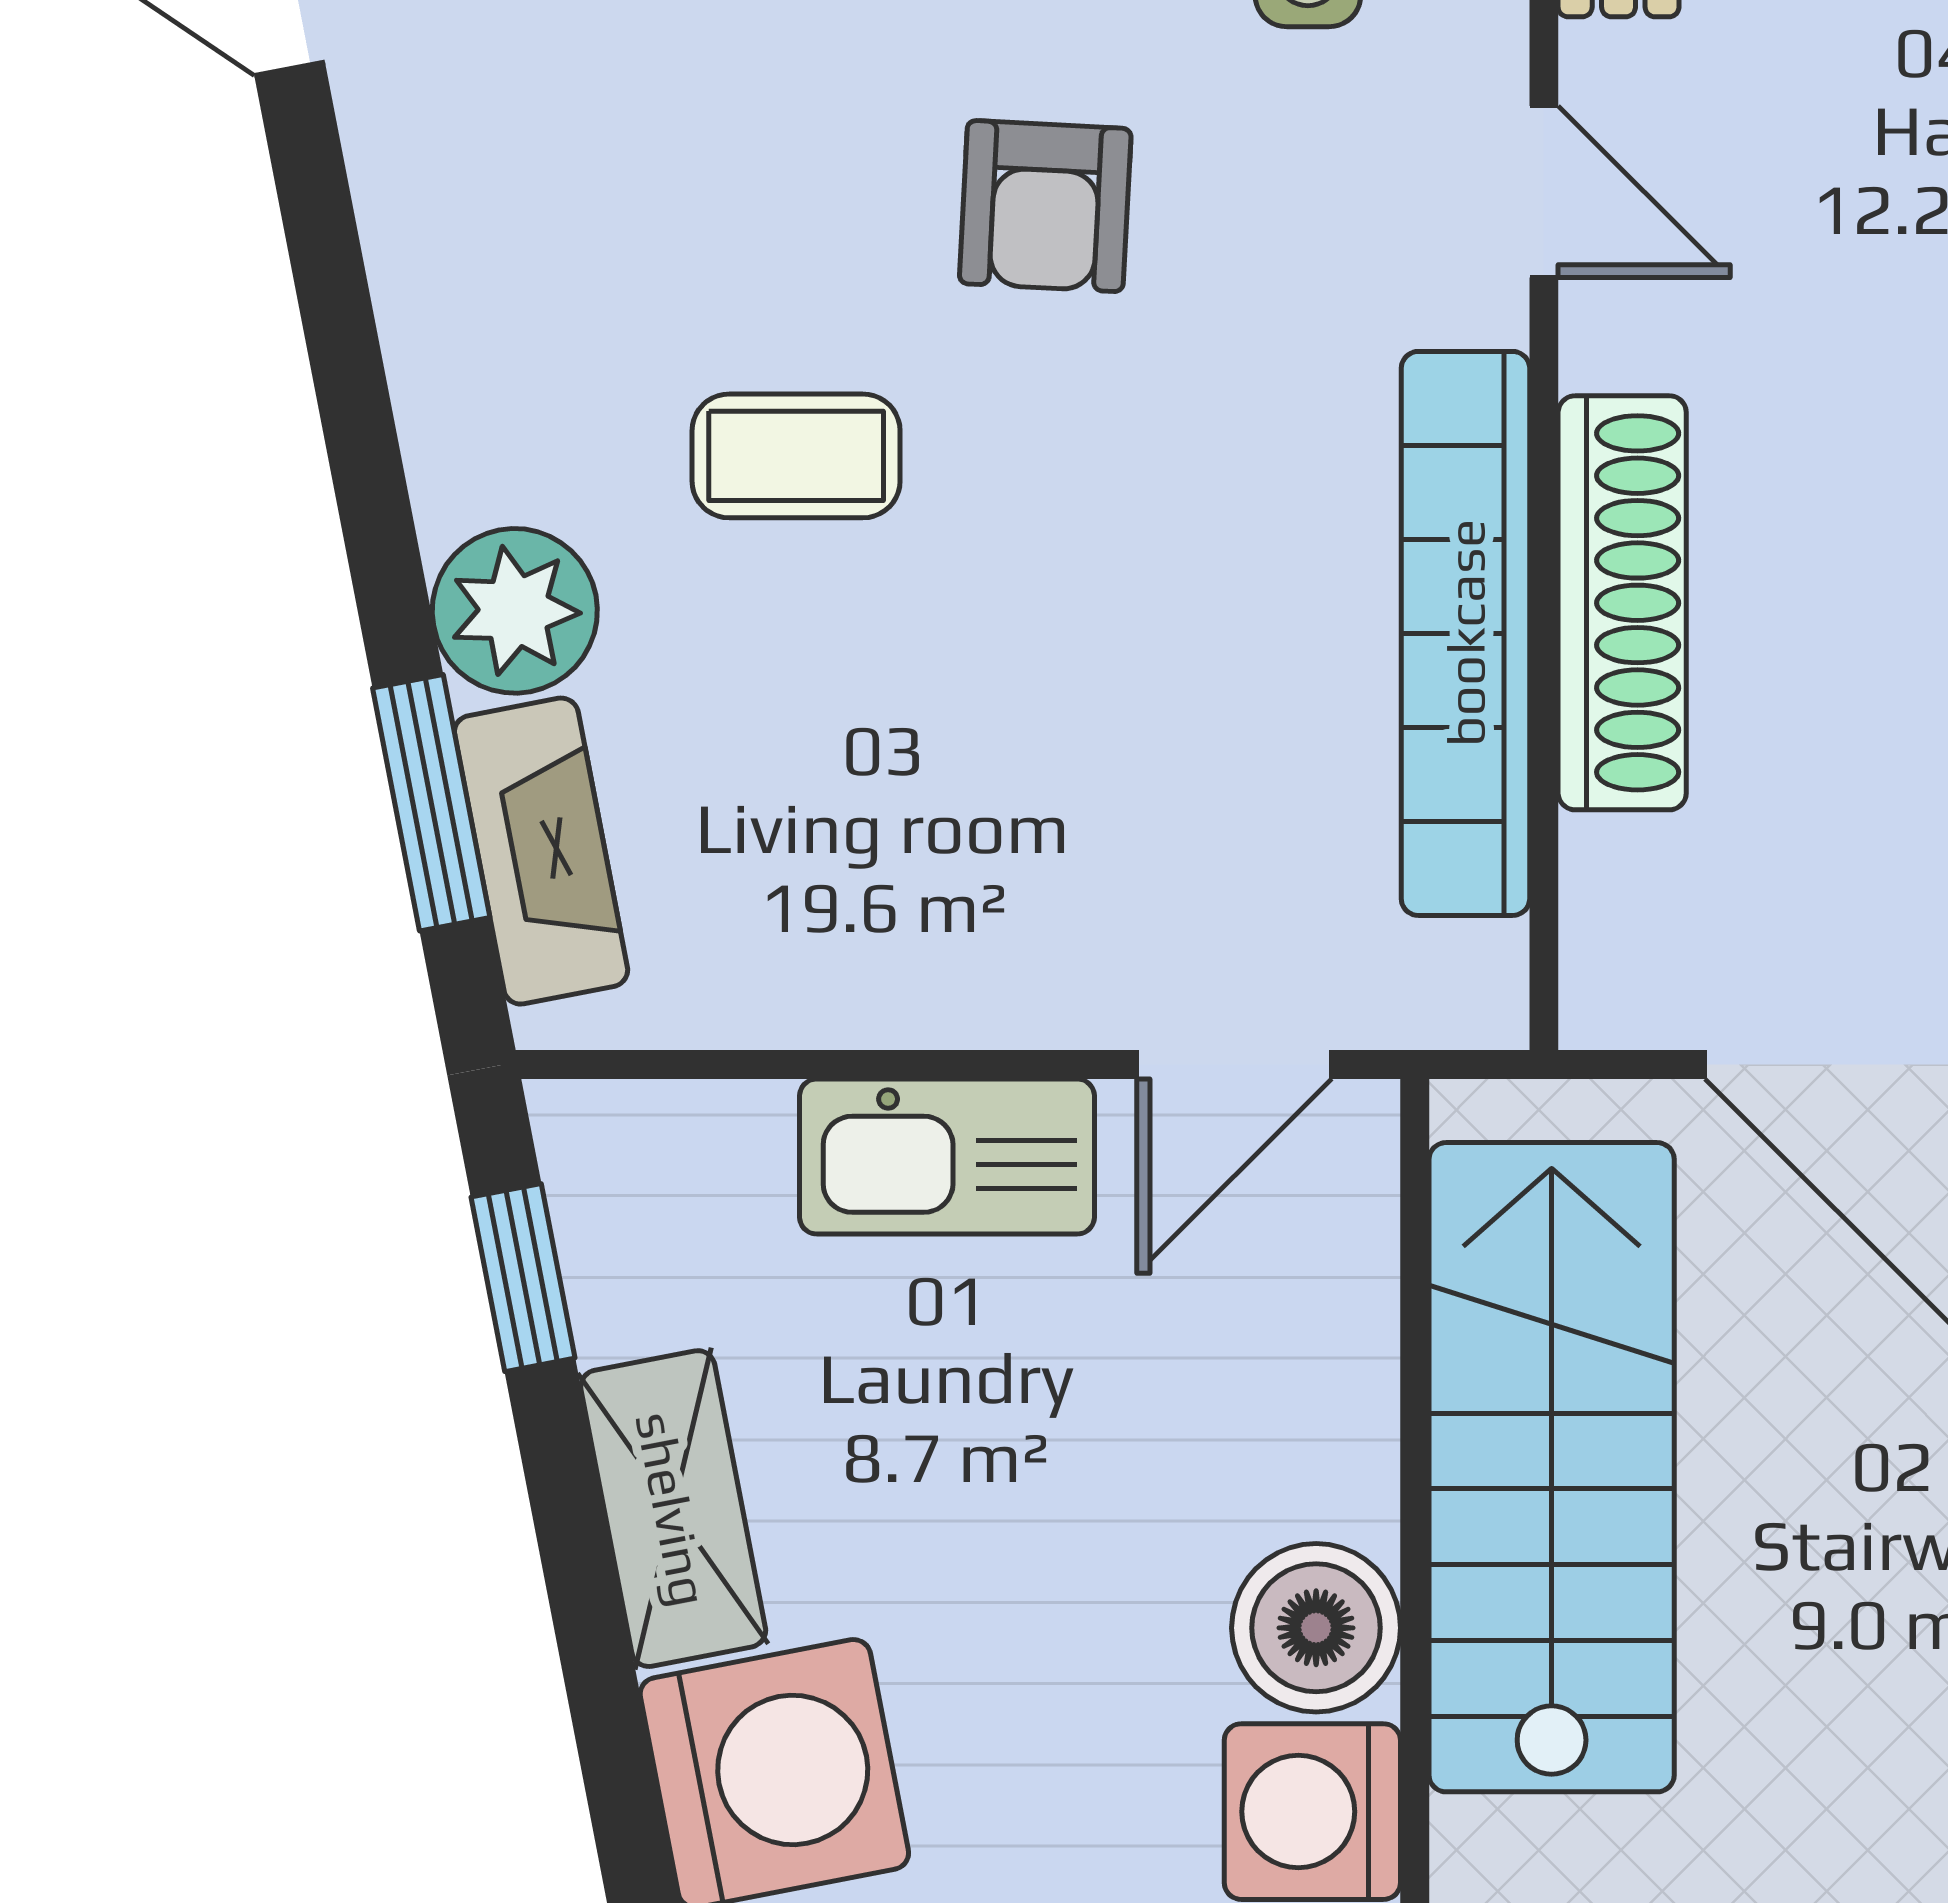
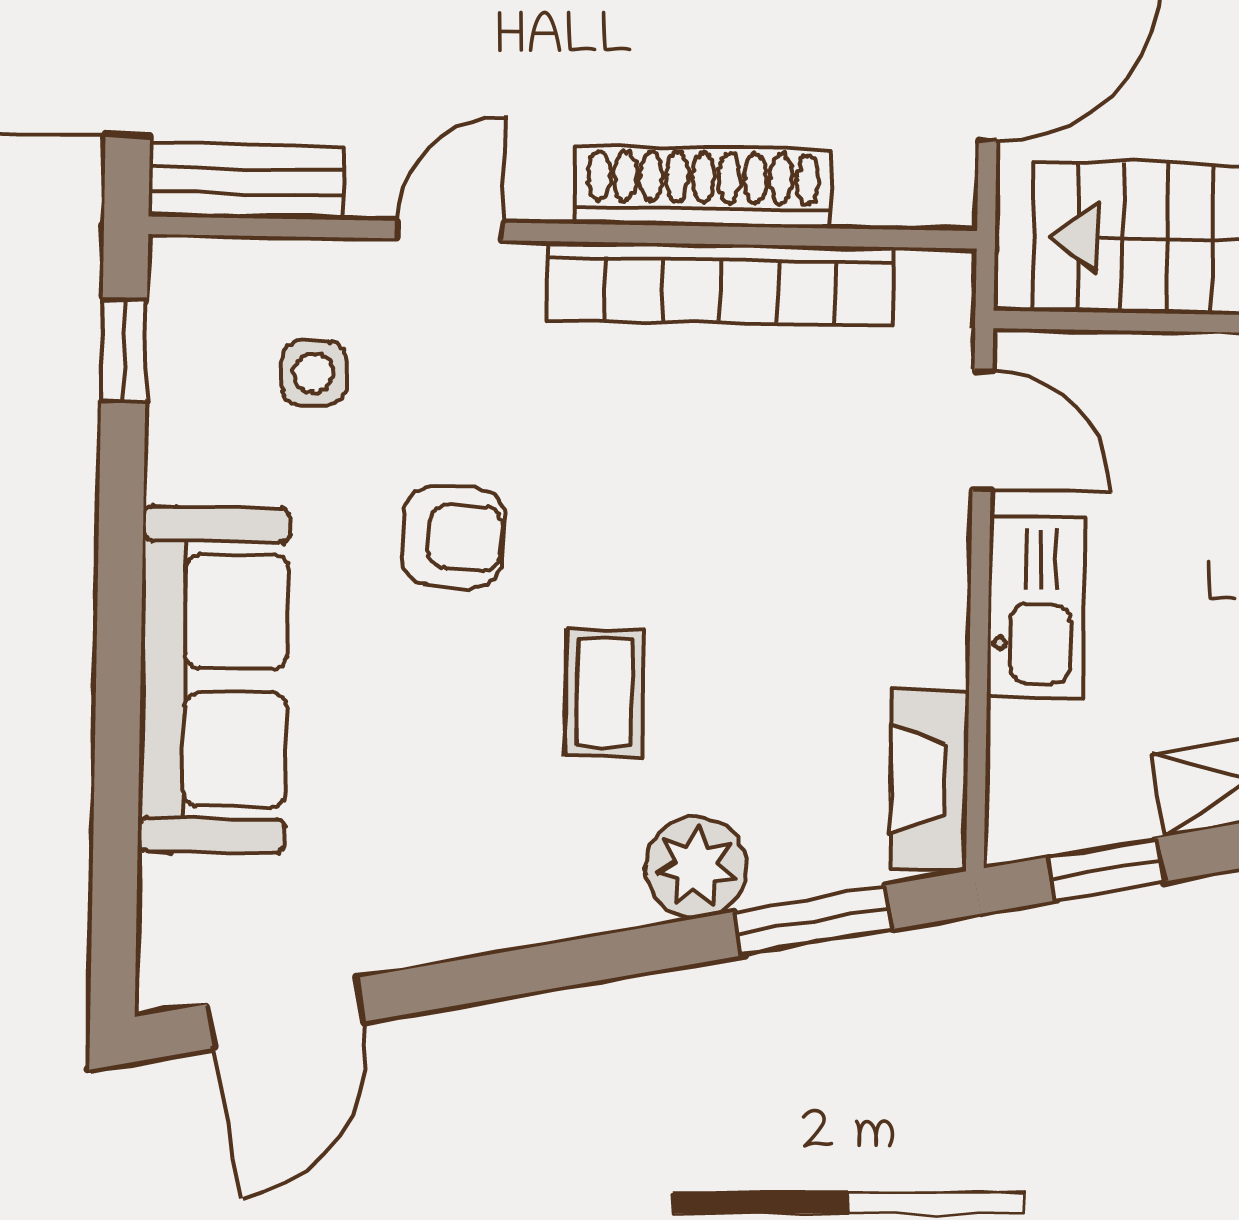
fireplace: (541, 851) -> (929, 779), moved, turned -79

